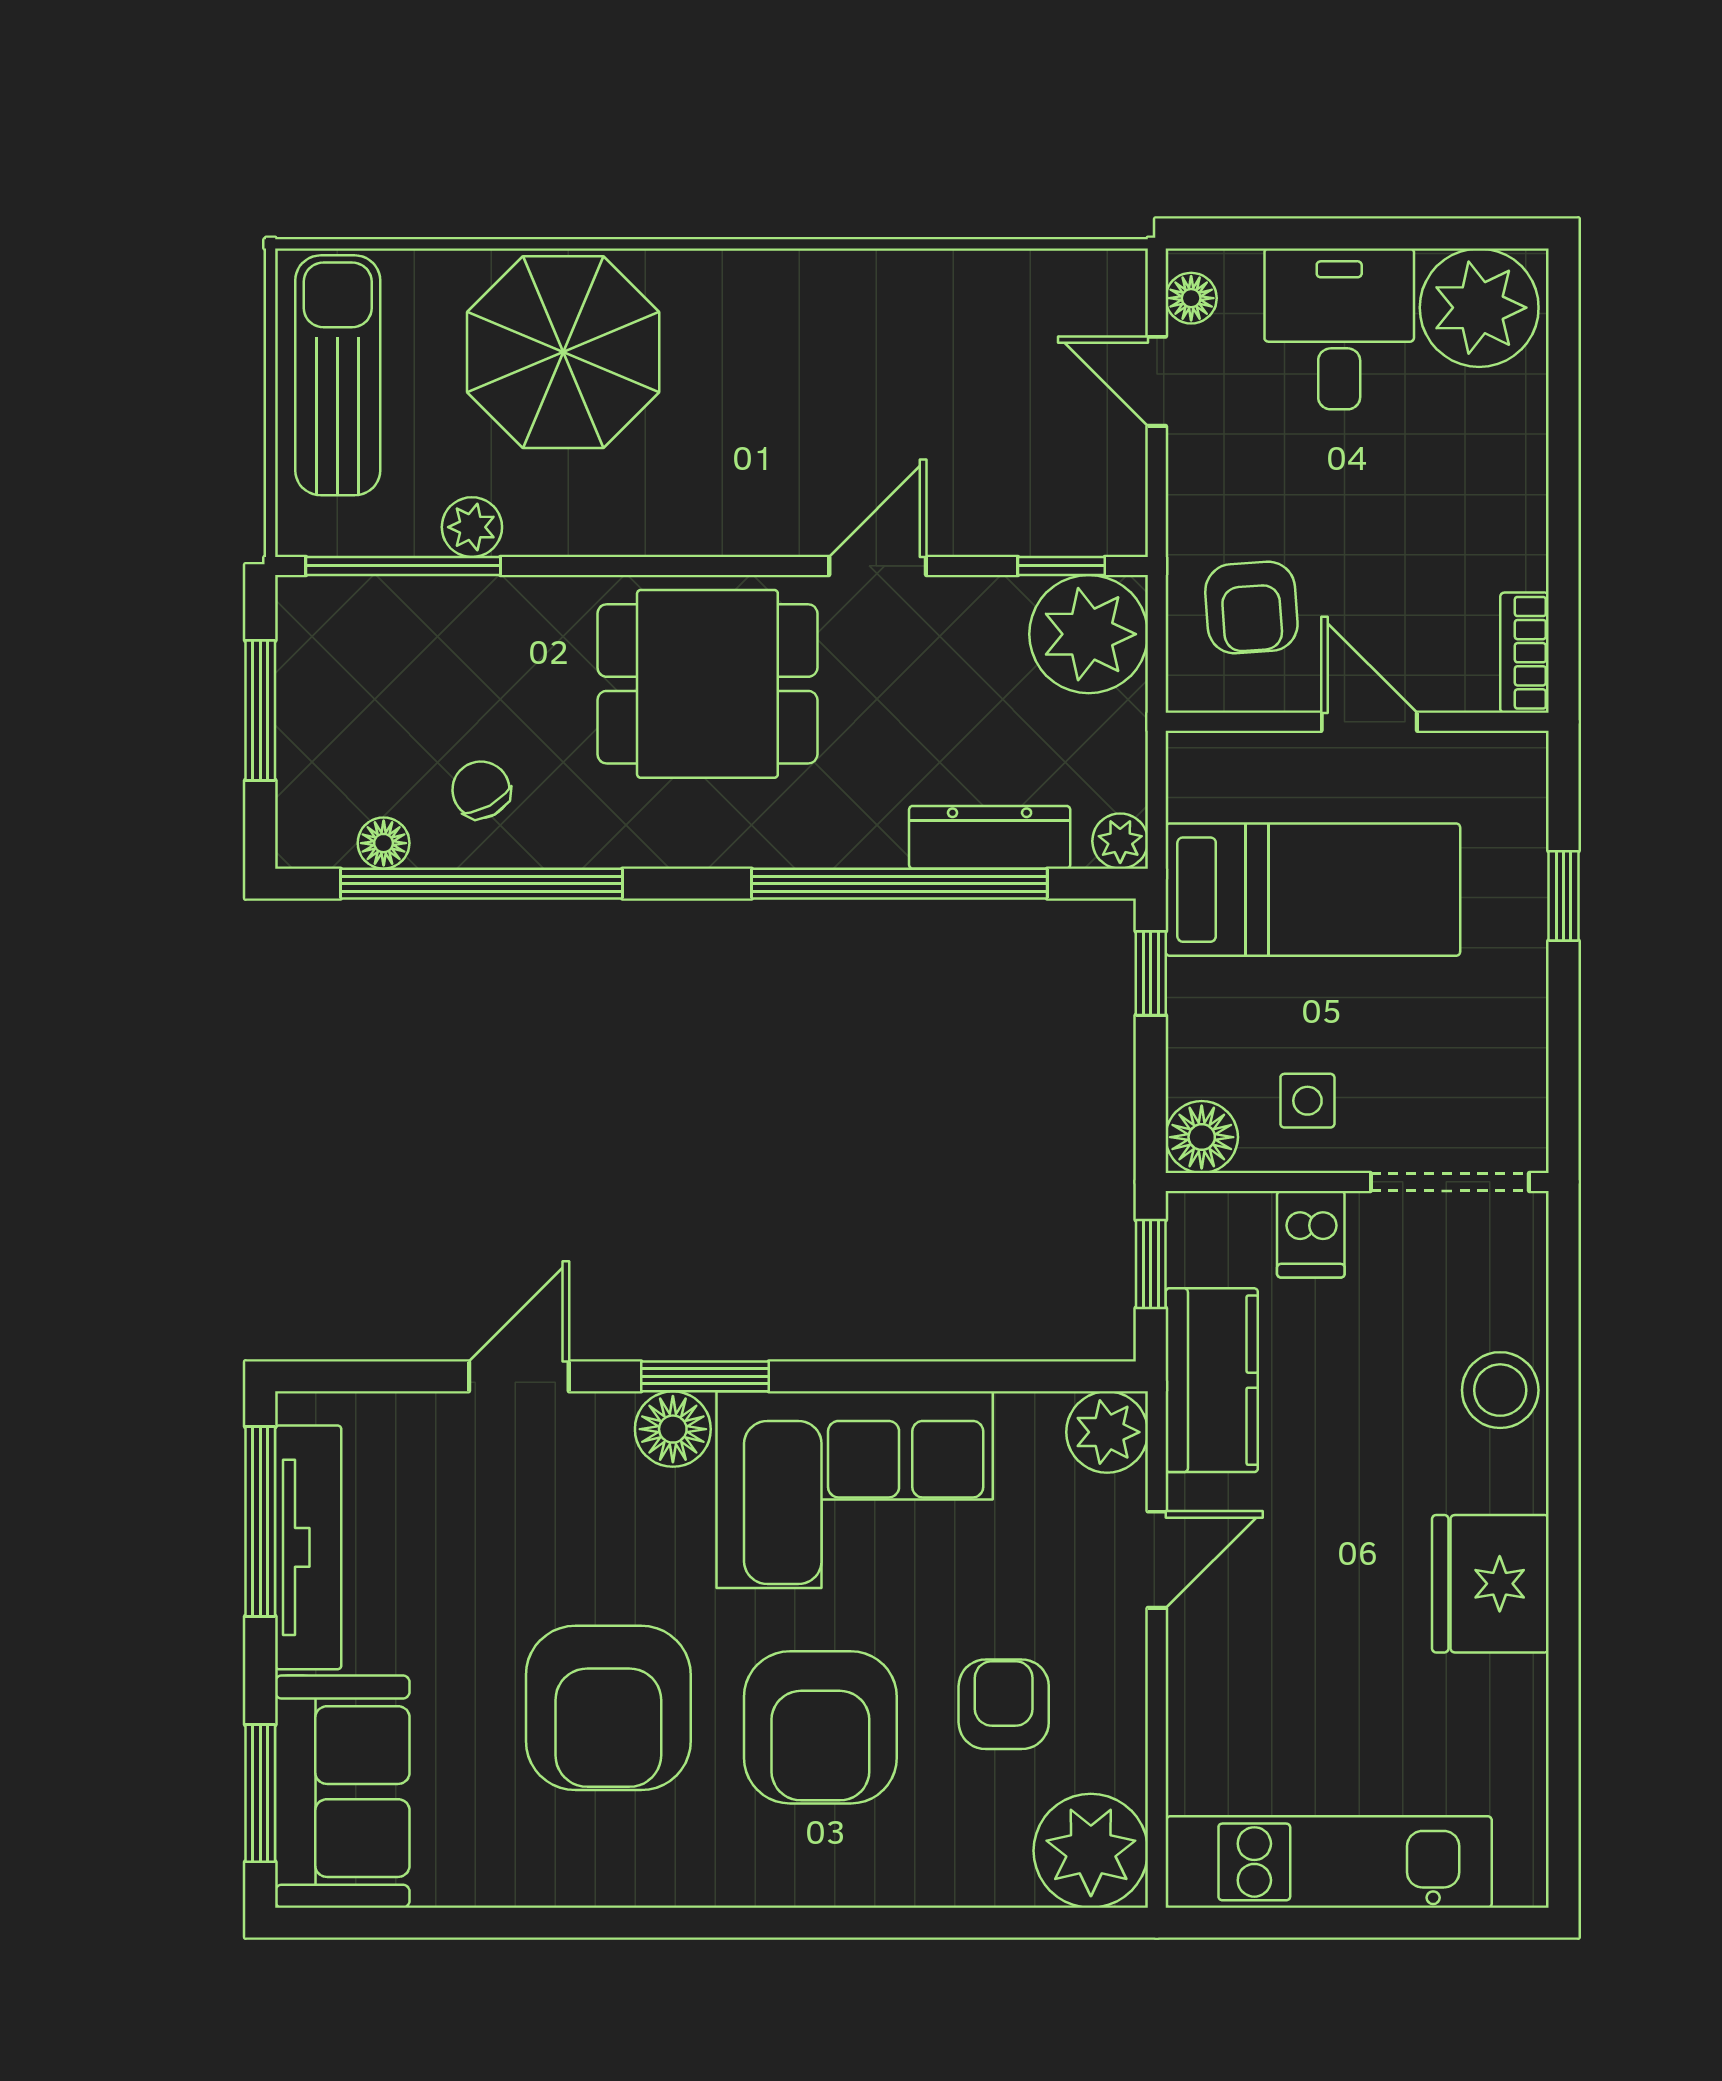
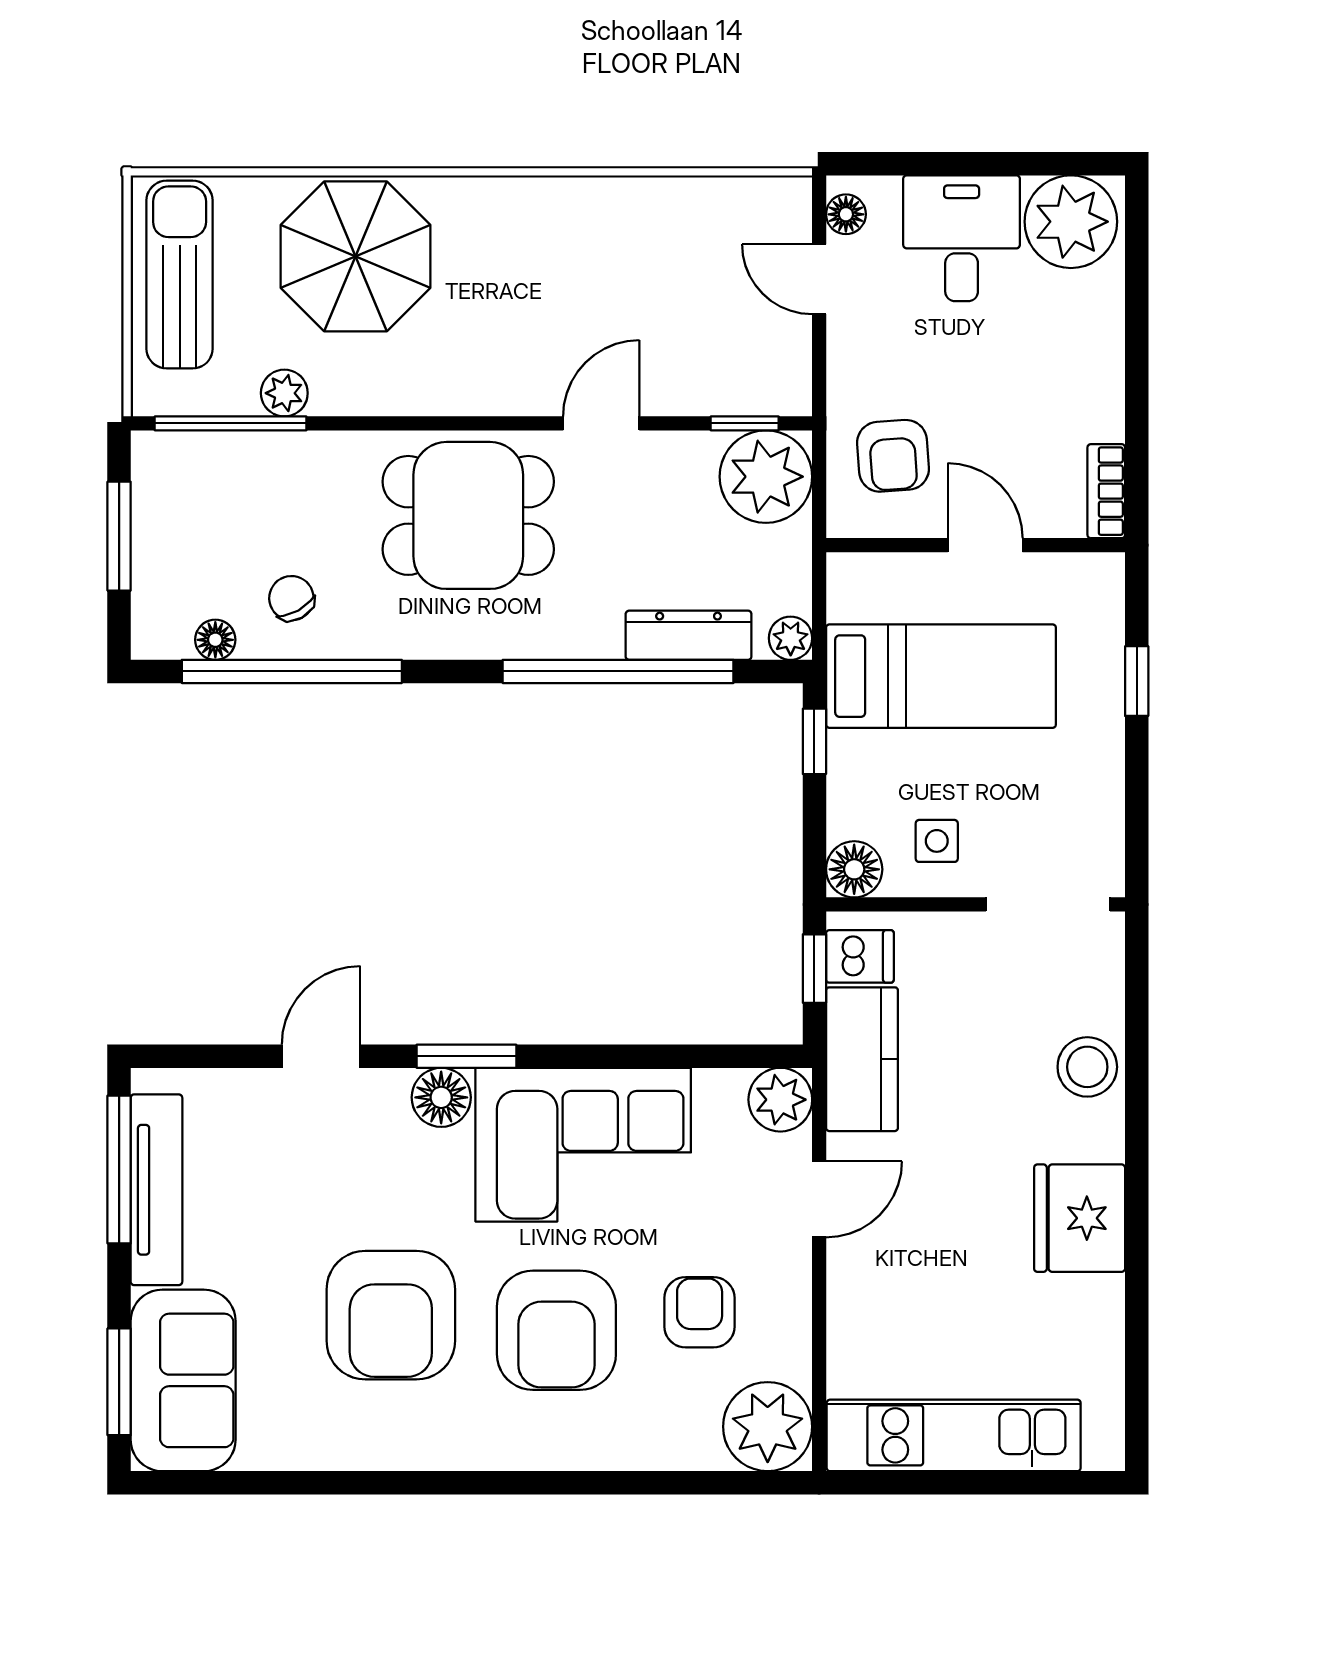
dishwasher: (1311, 1234) -> (860, 956), moved, turned -90

